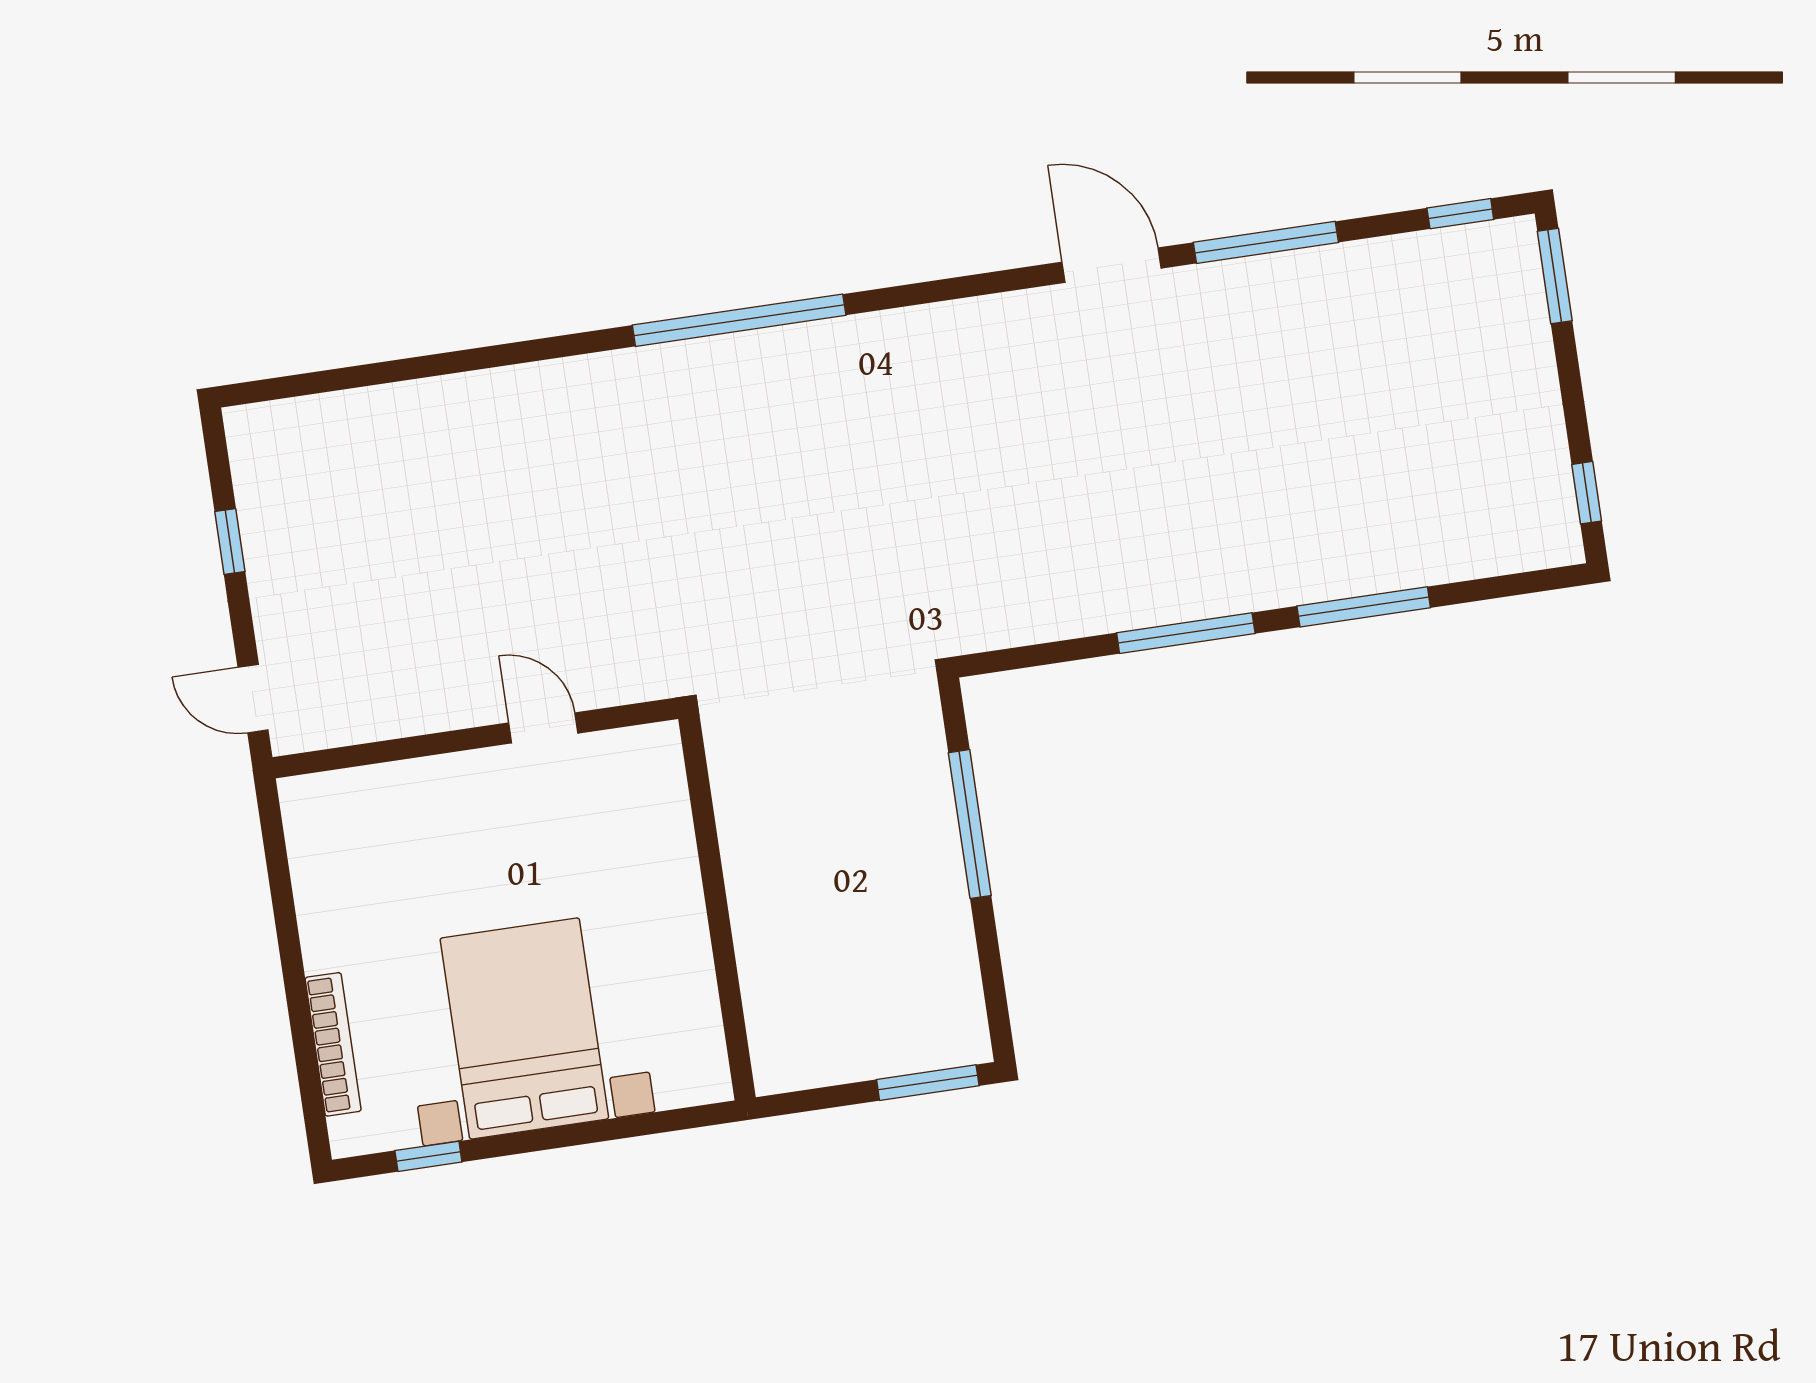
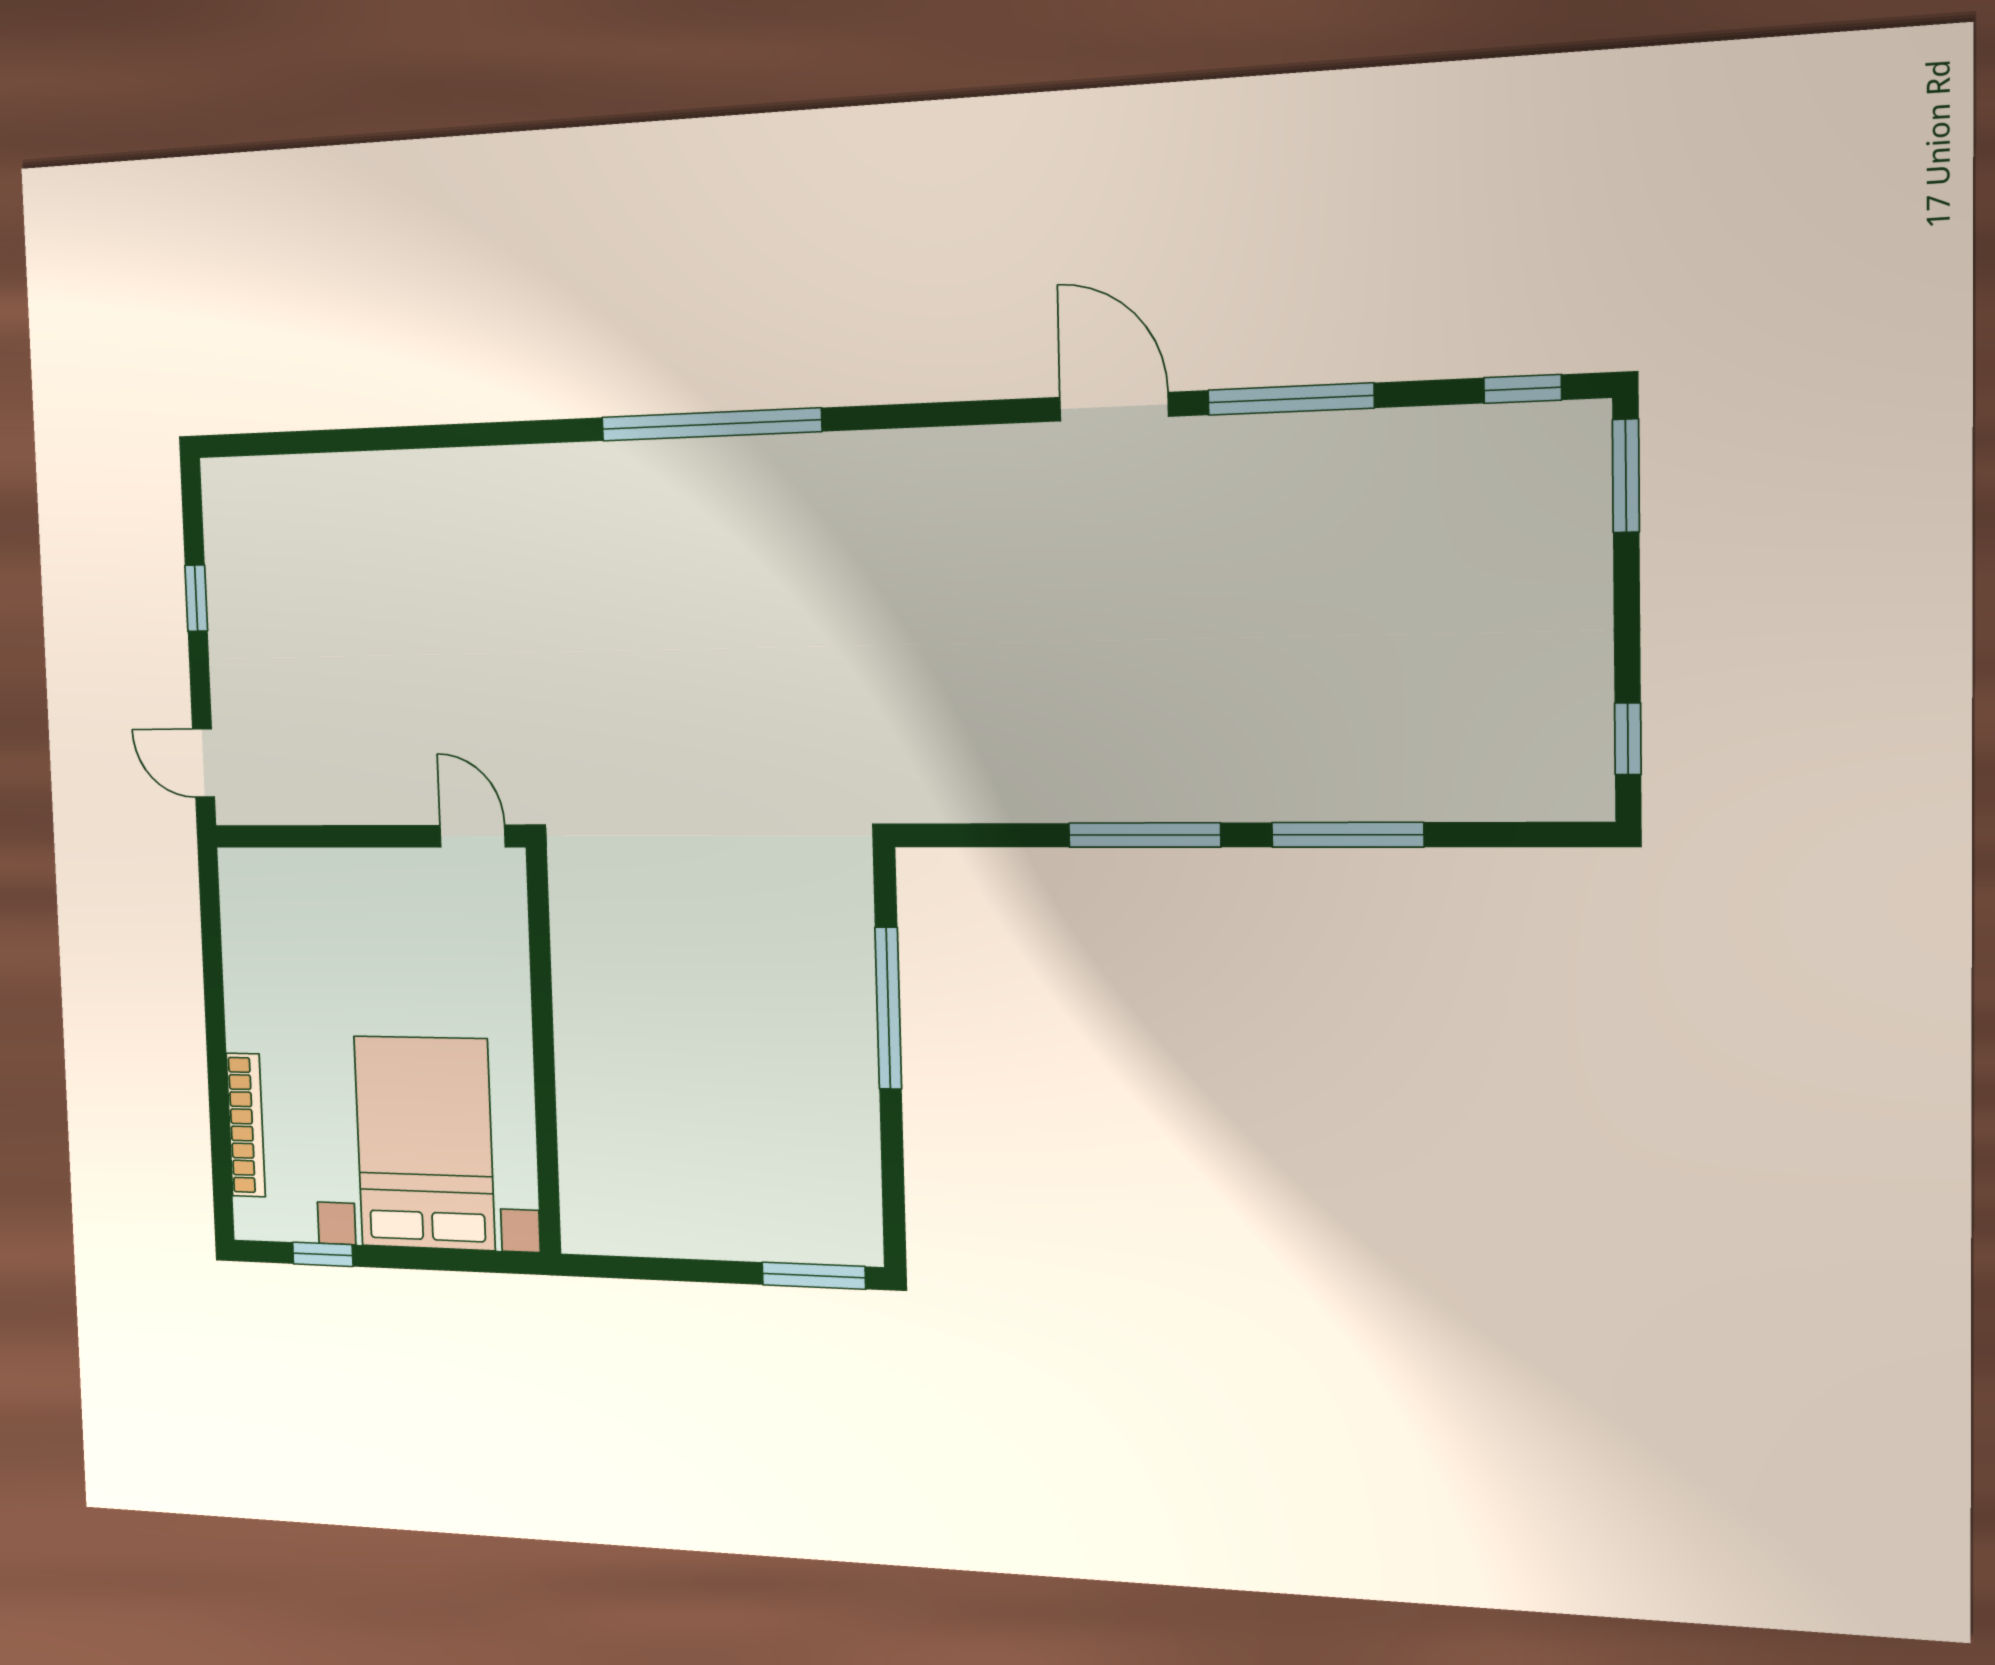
wall: (717, 908) -> (544, 1051), moved

